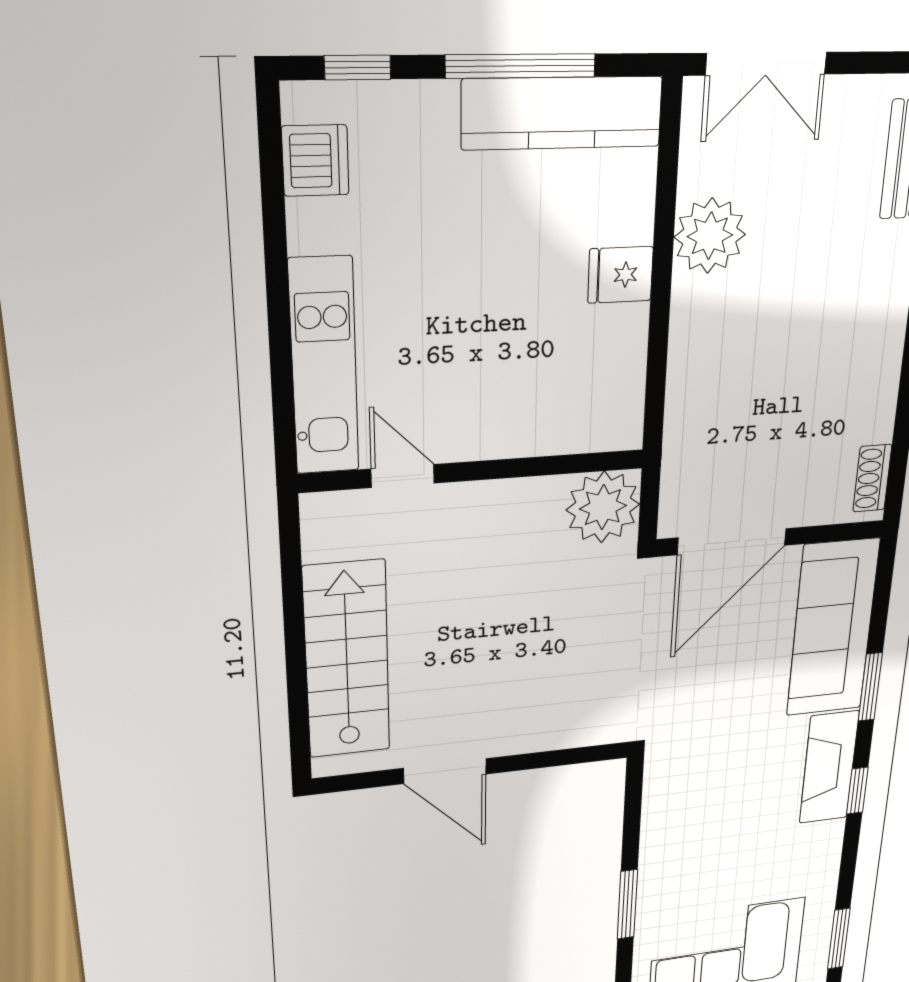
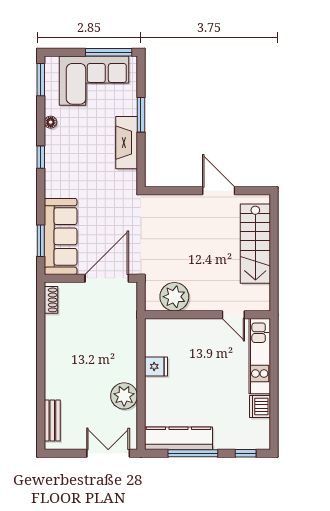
dishwasher: (315, 161) -> (260, 406), moved
fridge: (620, 275) -> (156, 366), moved
plant: (603, 507) -> (174, 297), moved
window: (870, 687) -> (41, 241), moved
fireplace: (829, 767) -> (127, 143), moved, turned 180
floor lamp: (828, 862) -> (51, 122), added

